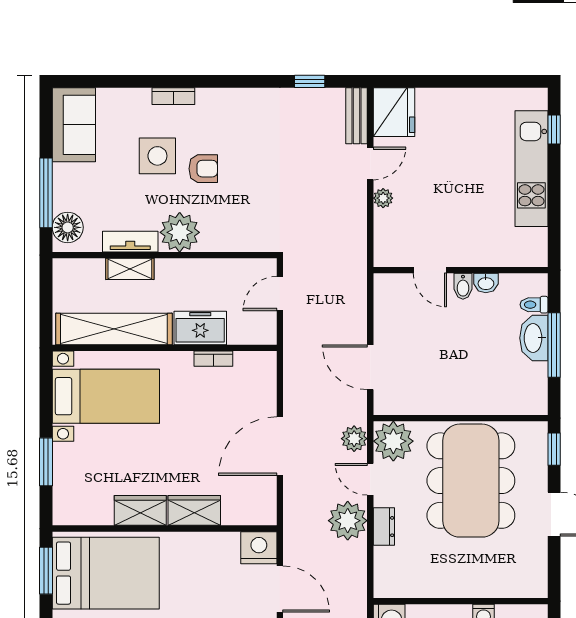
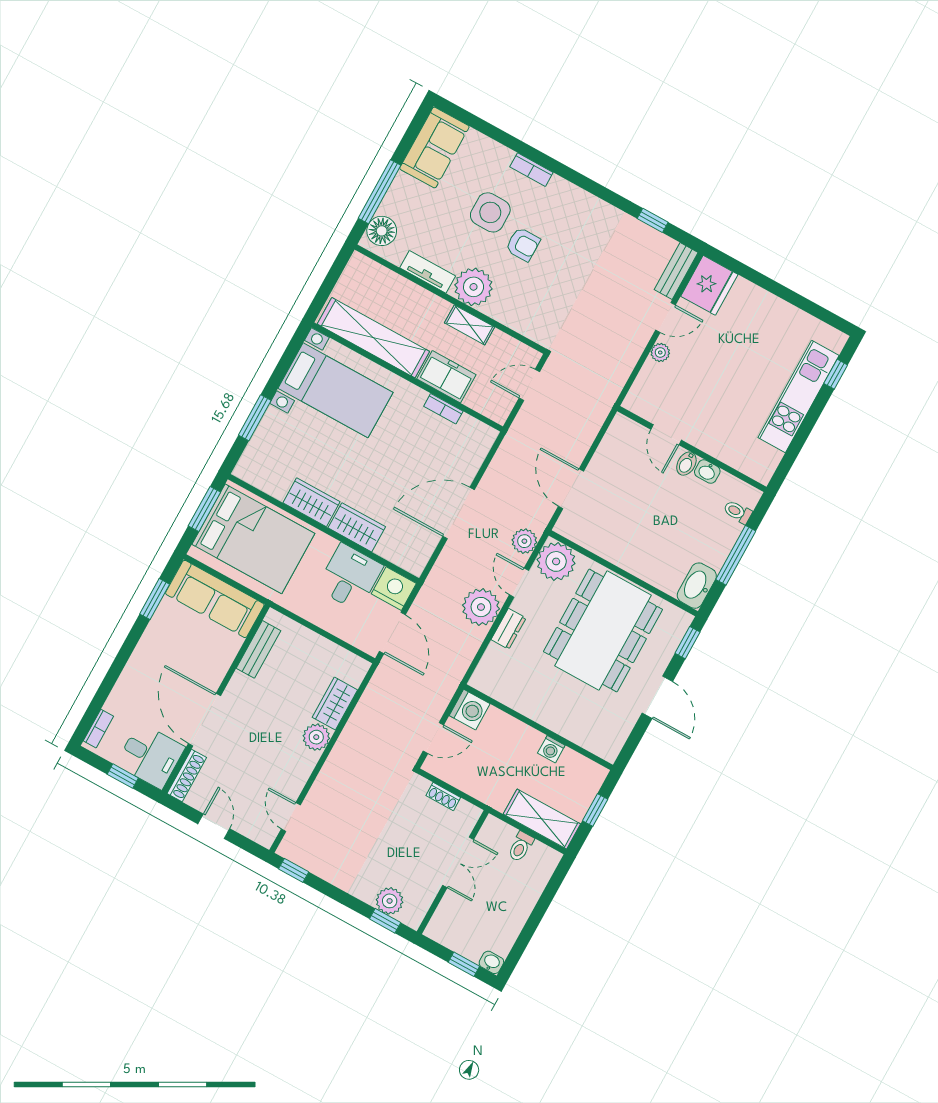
shelving: (130, 269) -> (470, 325), moved
washbasin: (534, 338) -> (697, 586), moved
desk: (213, 559) -> (350, 577), added

